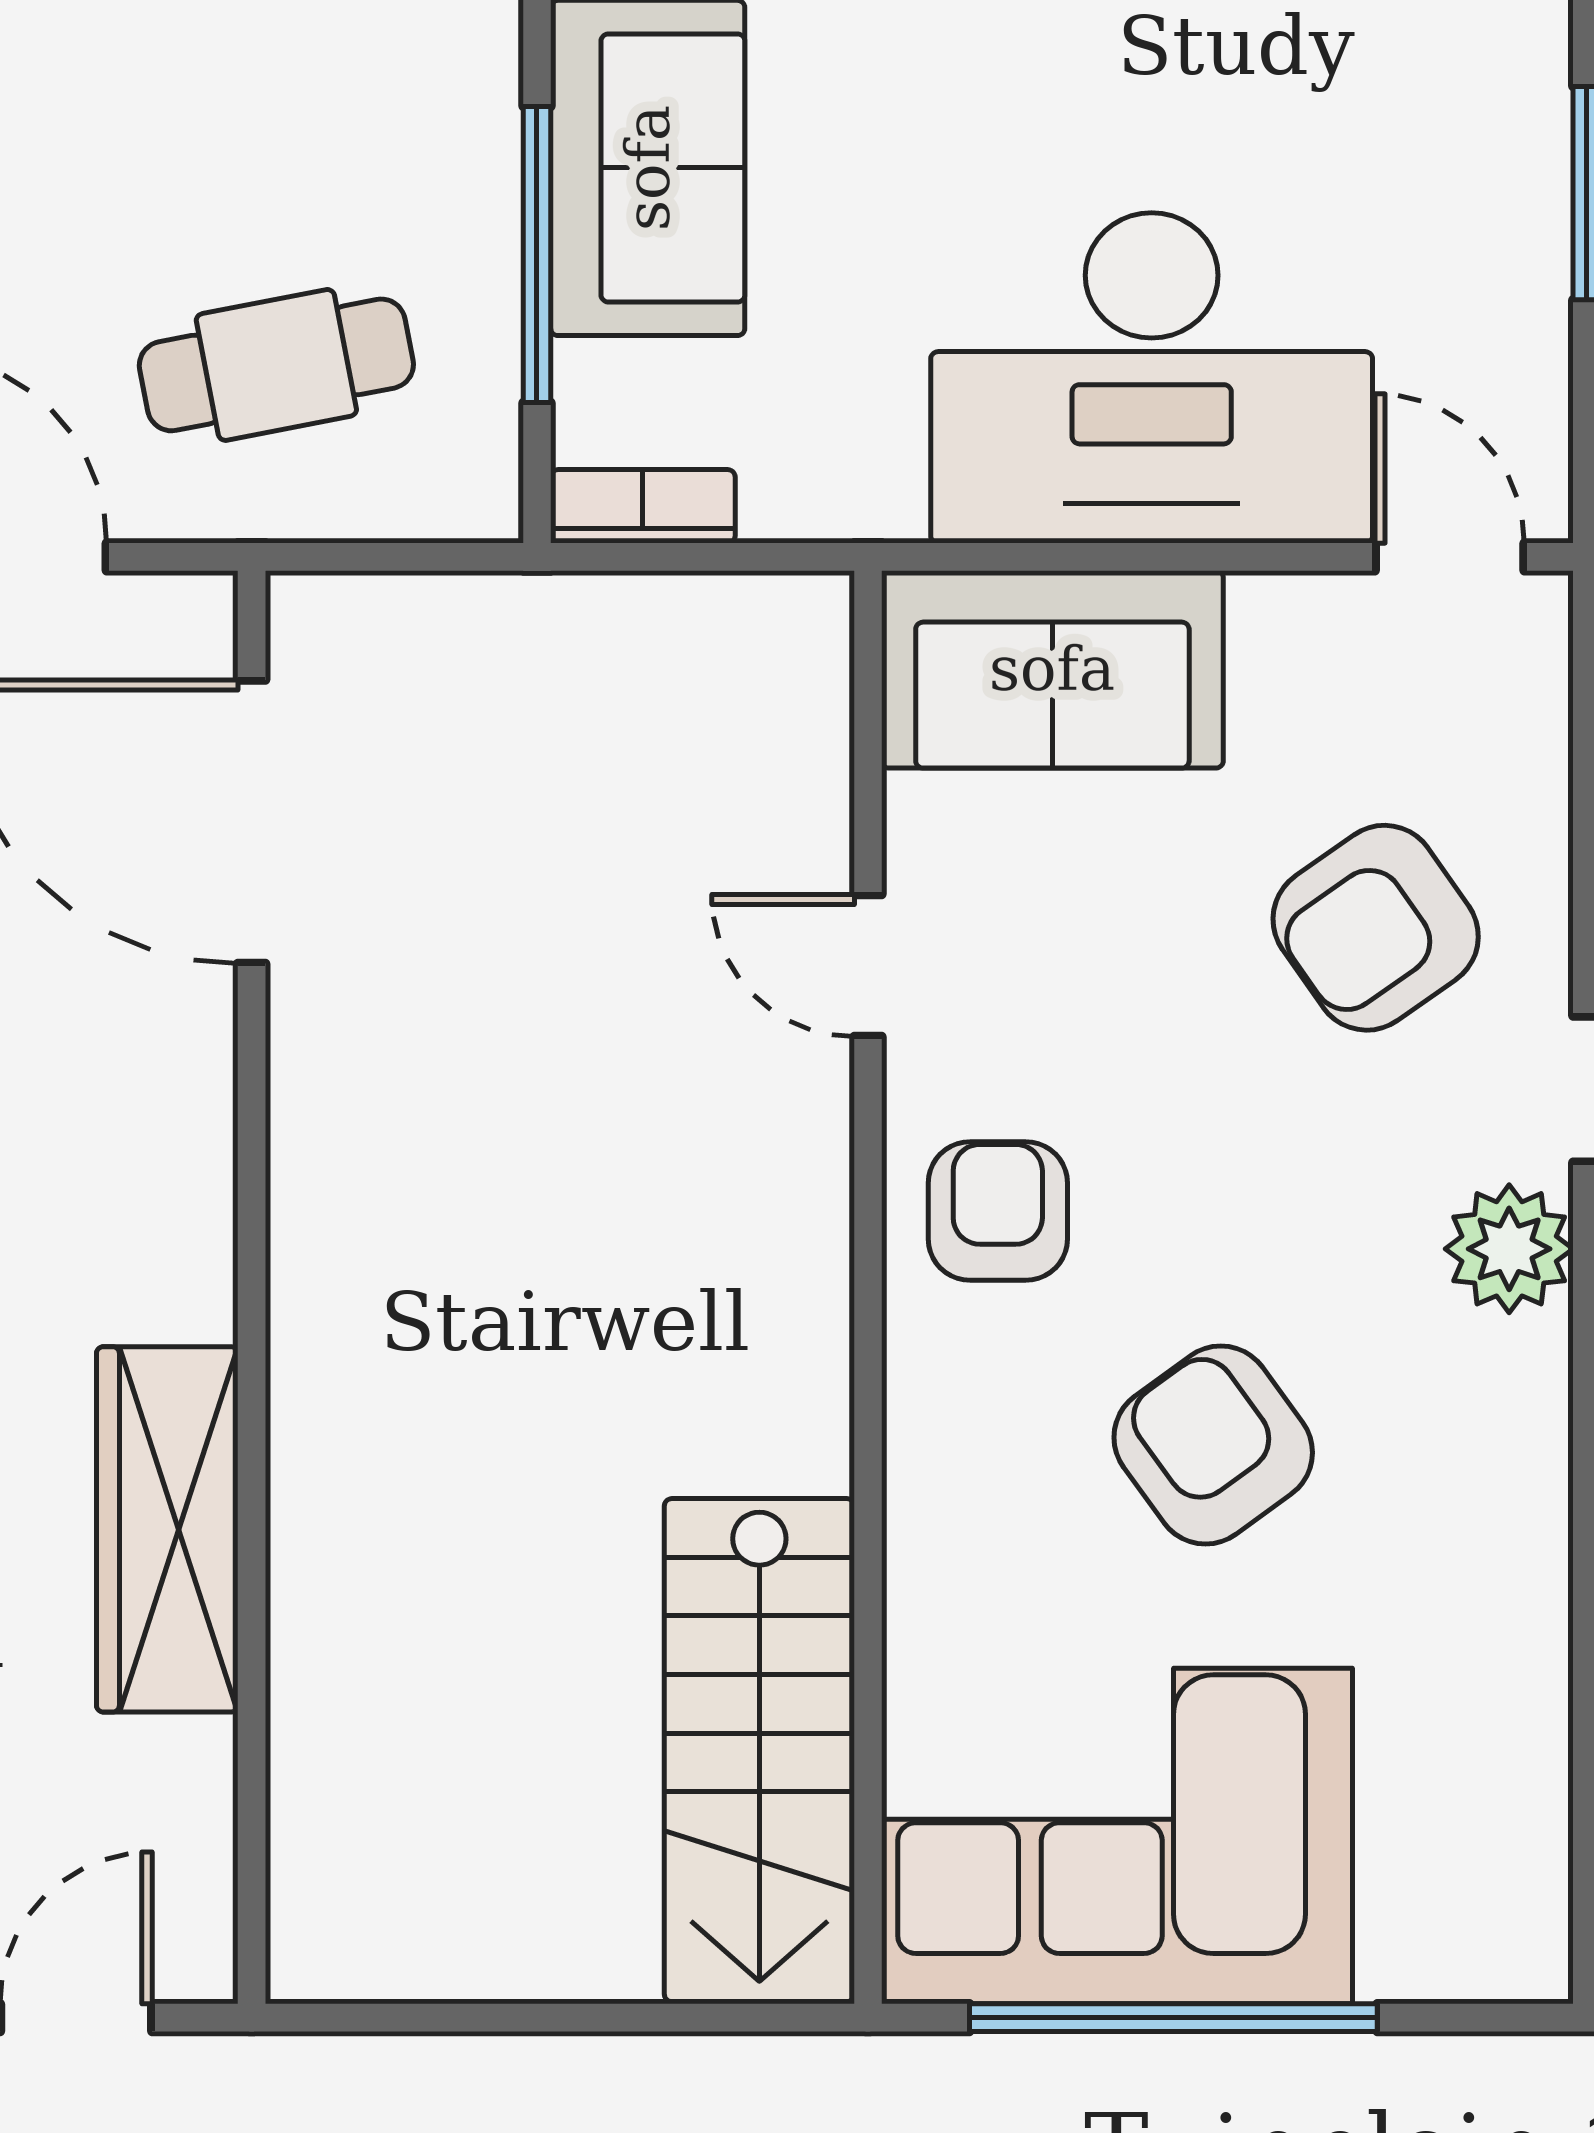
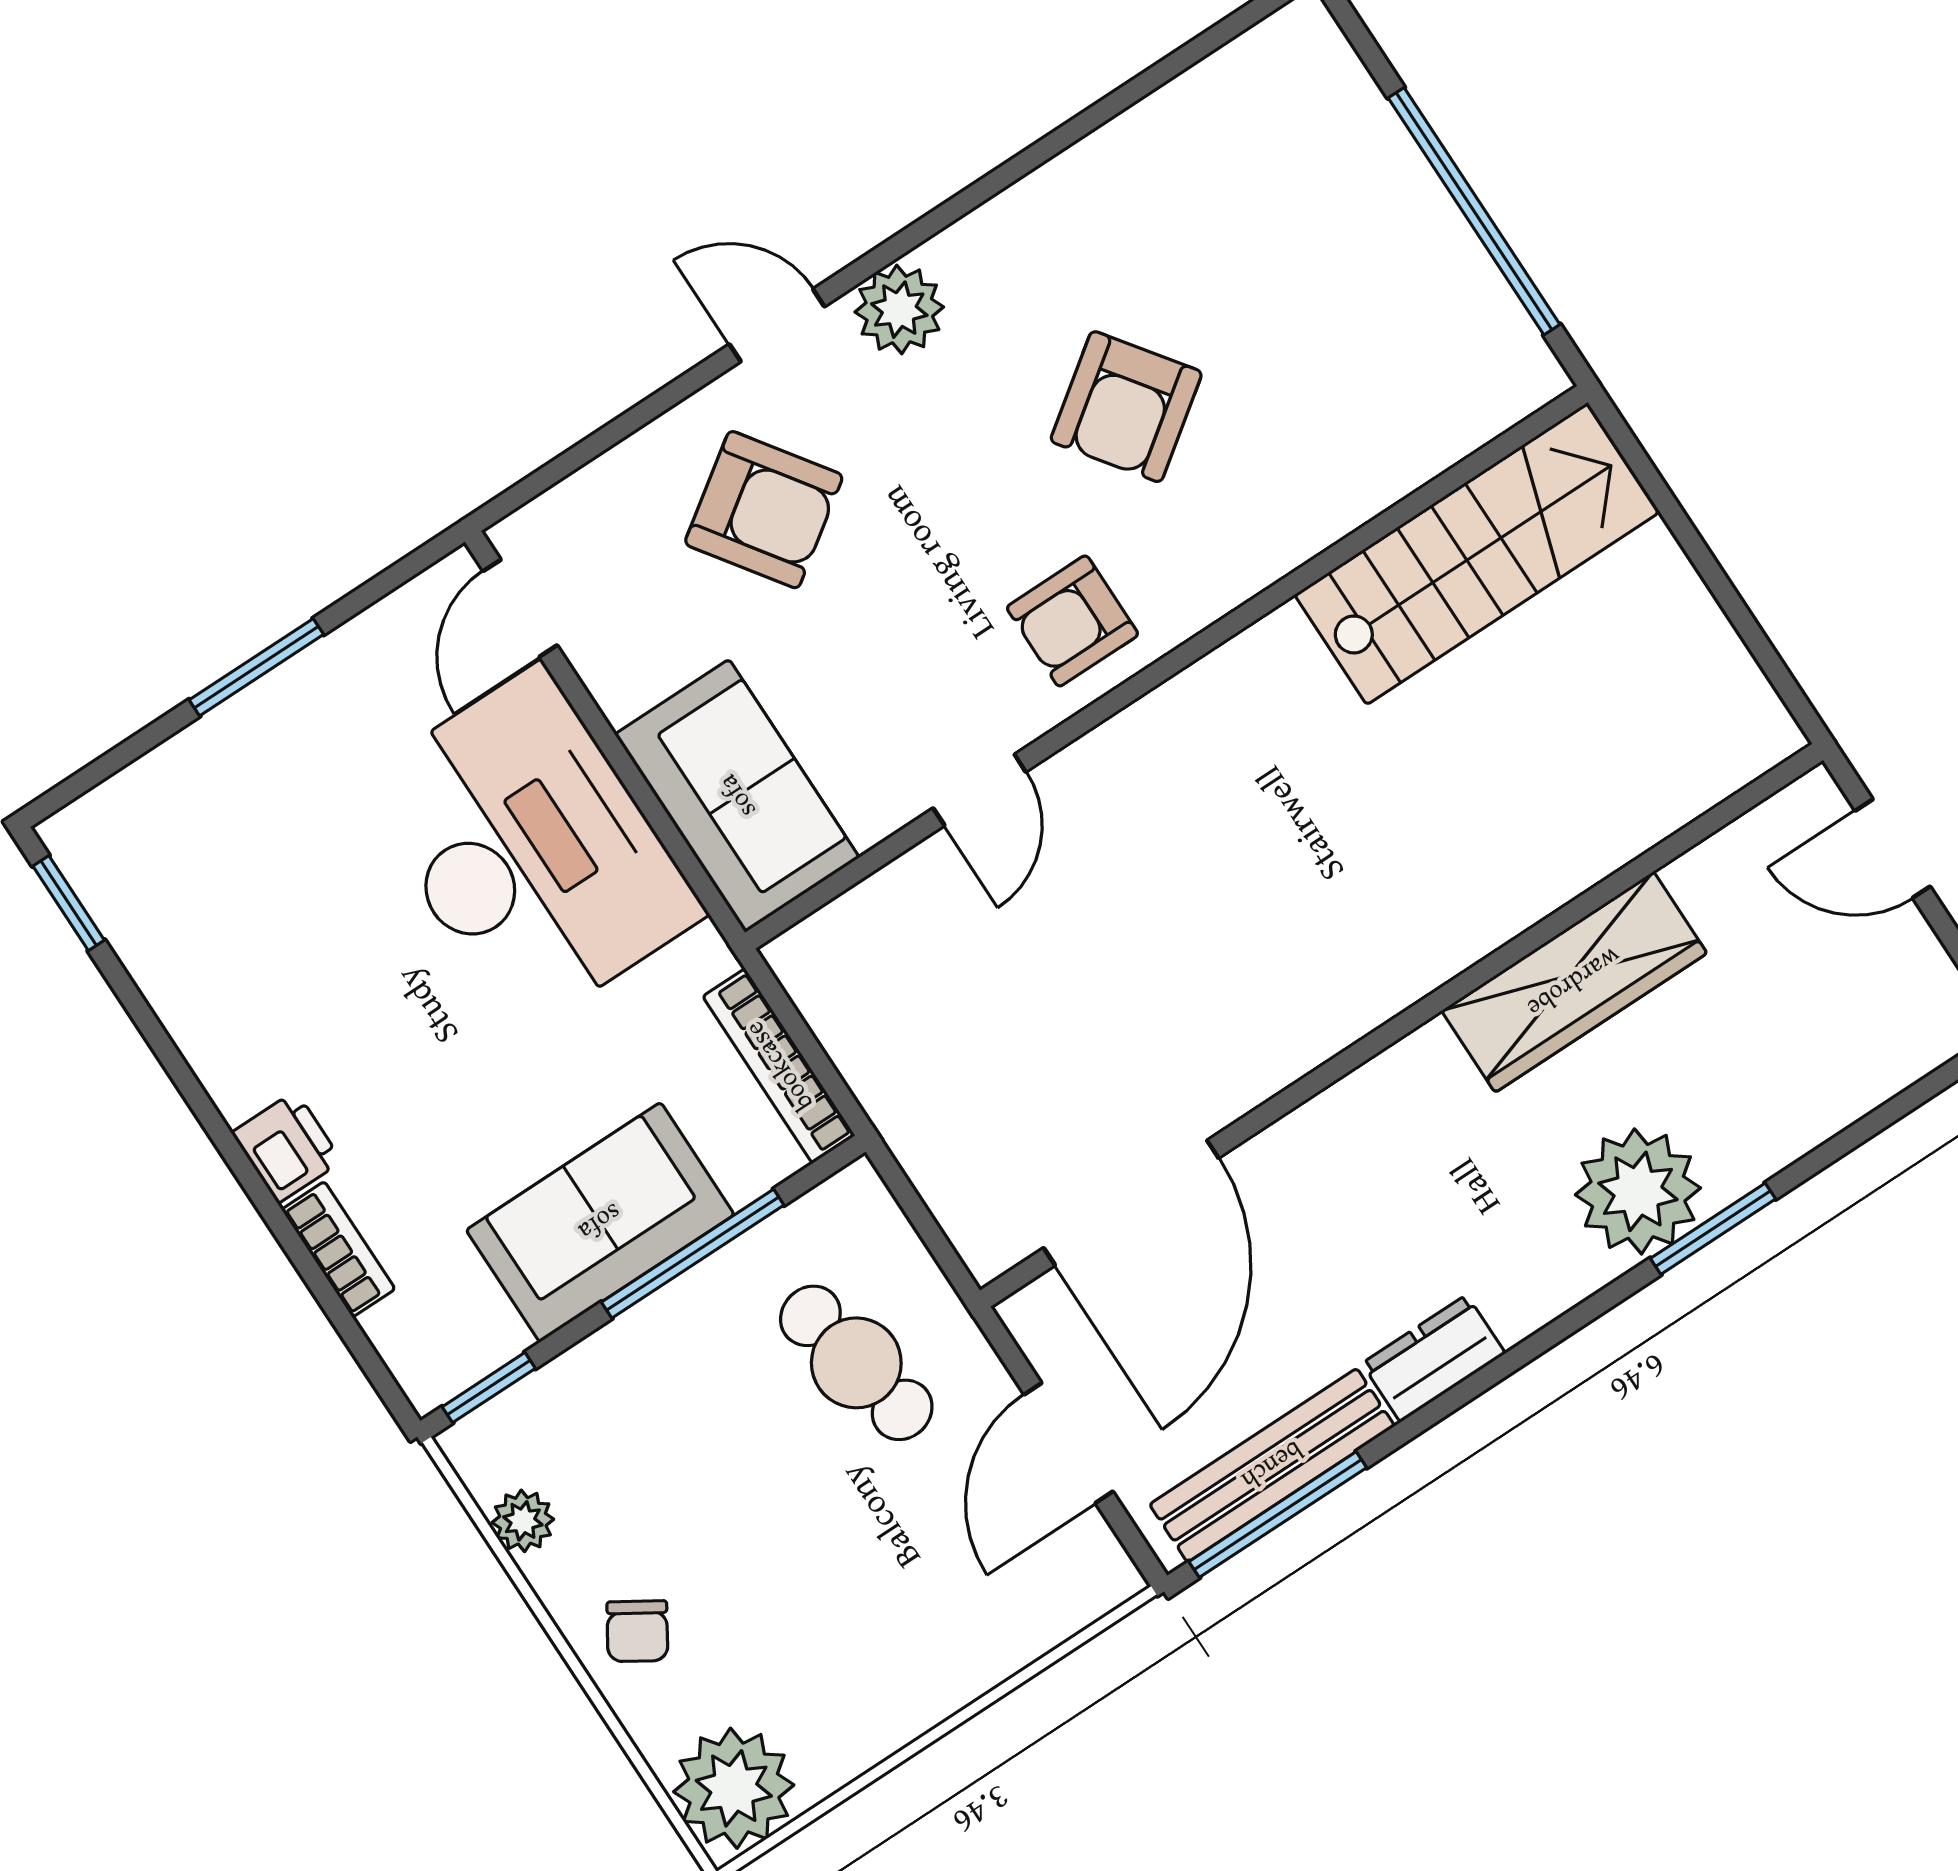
bookcase: (643, 506) -> (779, 1066), width x1.56
corner sofa: (1117, 1836) -> (1390, 313), removed

